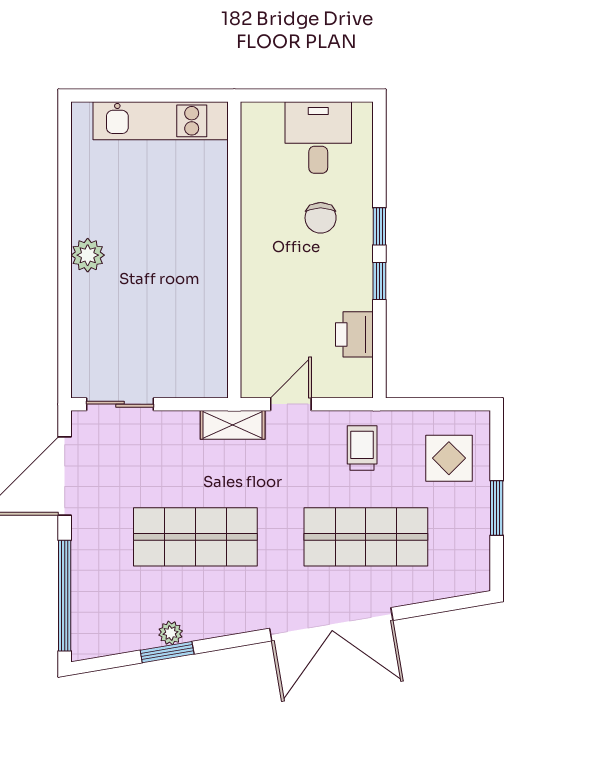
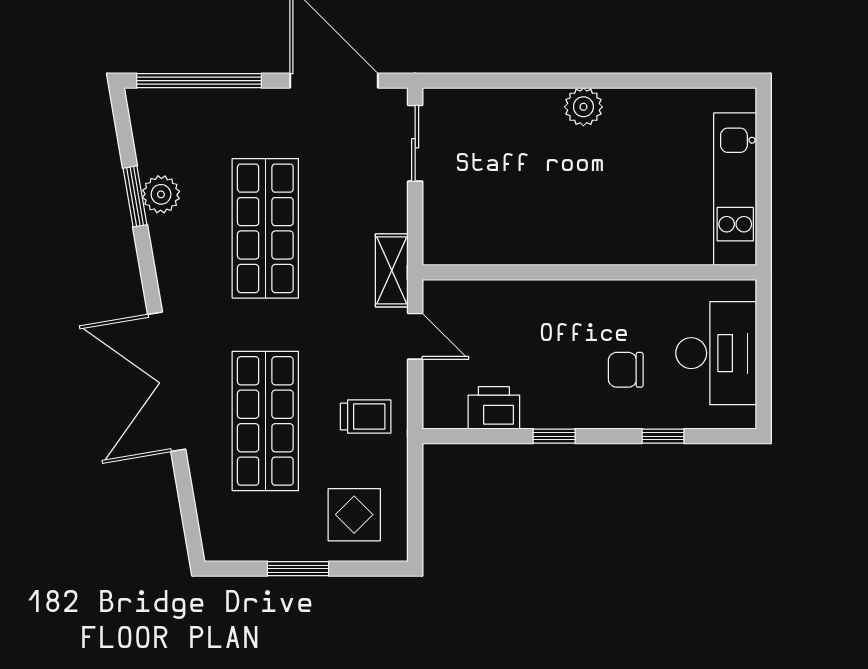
desk: (318, 138) -> (716, 353), width x1.37
window: (379, 226) -> (663, 436), moved
plant: (171, 633) -> (161, 194), width x1.38, depth x1.38

